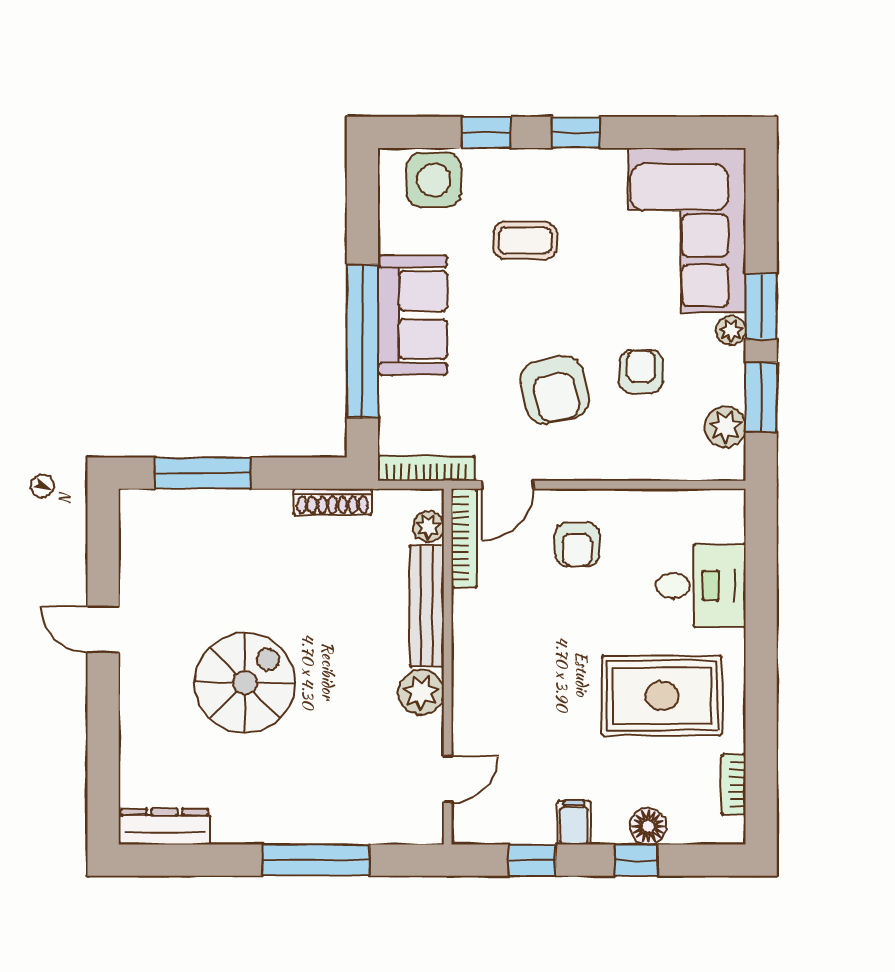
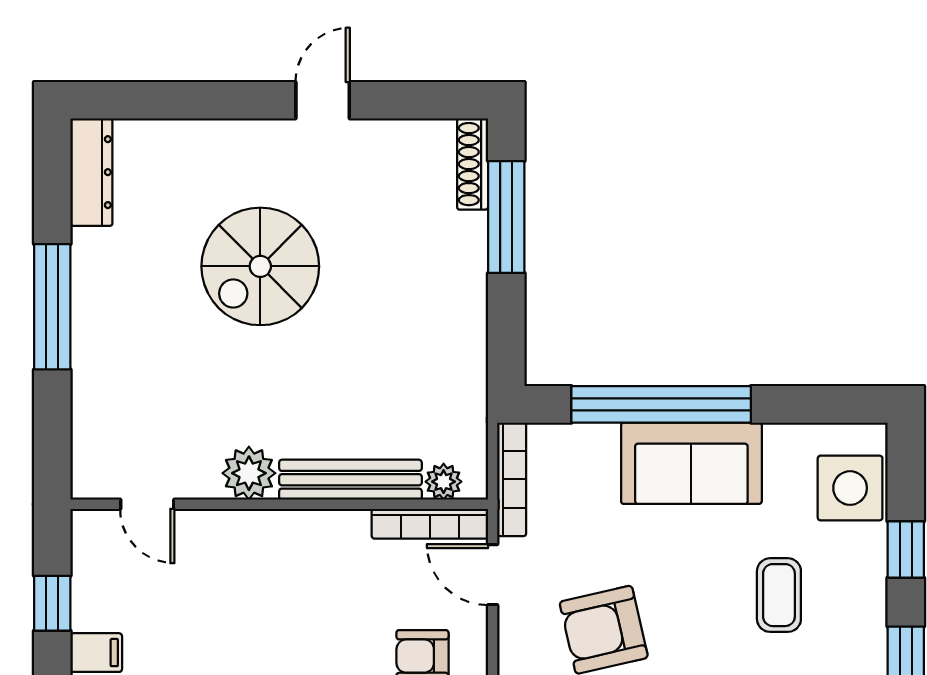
shoe rack: (333, 502) -> (473, 164), moved
spiral stairs: (245, 683) -> (260, 266), turned 90
window: (316, 860) -> (52, 307), moved

